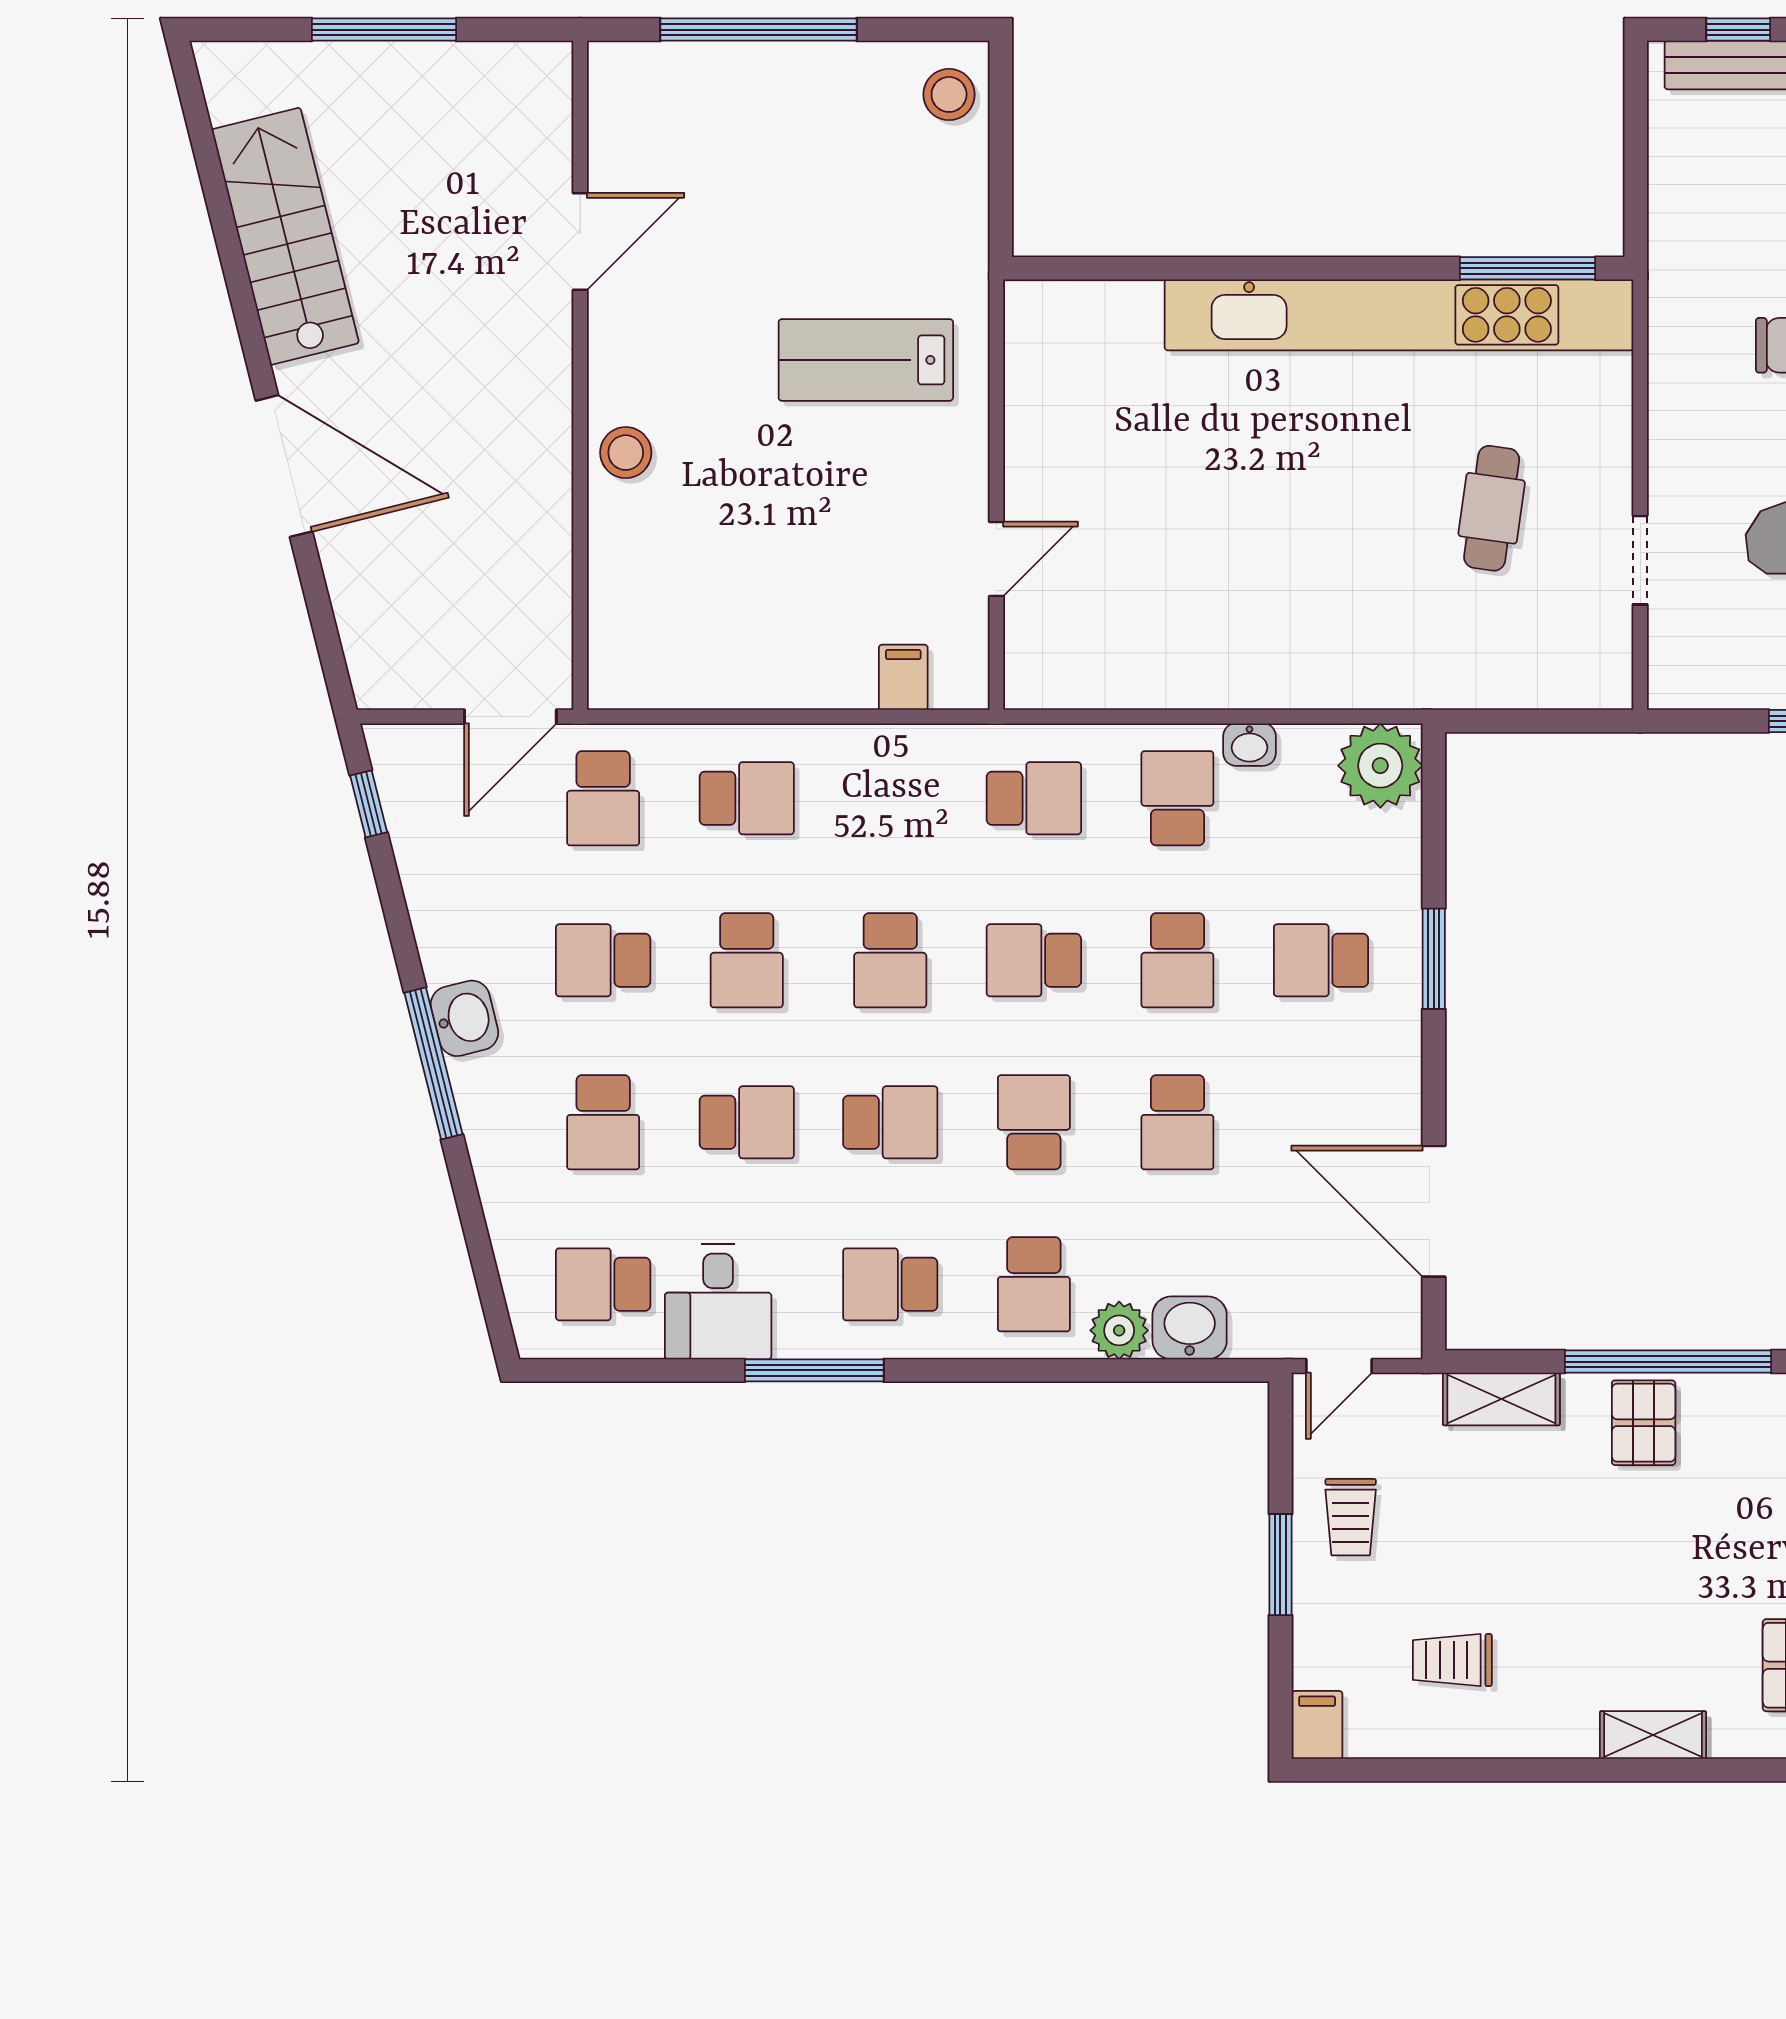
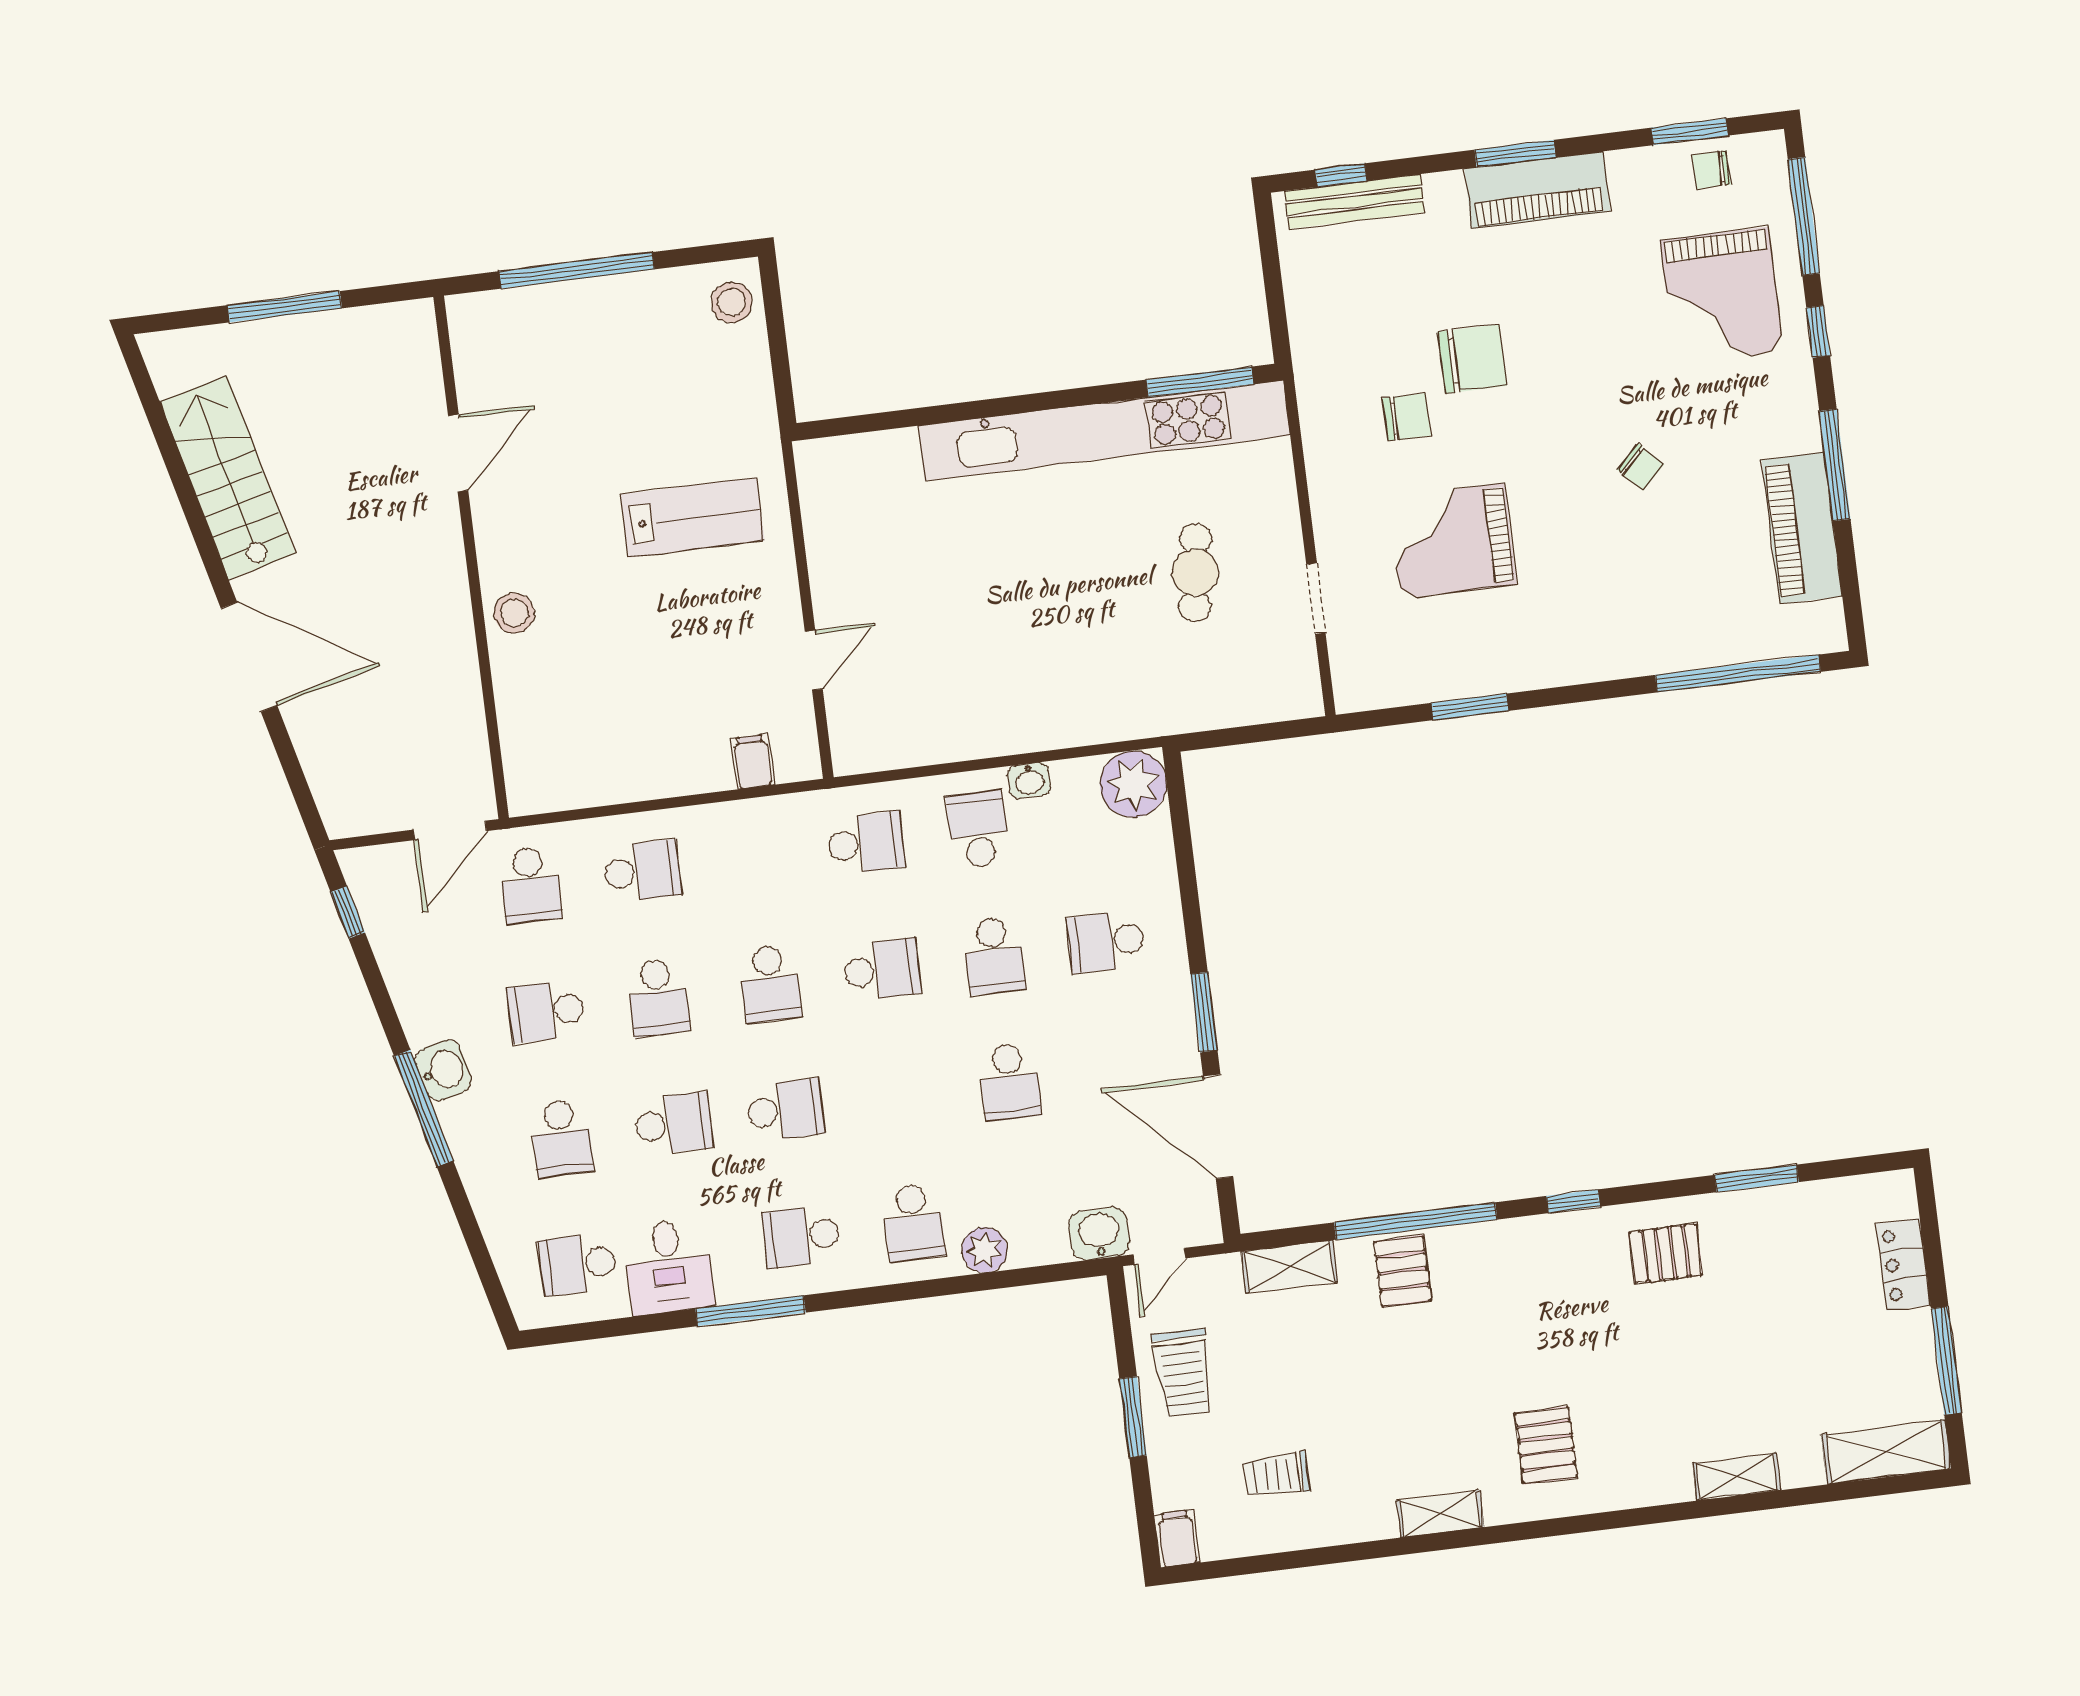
lab bench: (866, 360) -> (693, 518), turned 180
window: (1434, 959) -> (1204, 1012), moved
school desk: (1034, 960) -> (882, 970), turned 180
school desk: (1034, 1122) -> (898, 1096), removed
washbasin: (1190, 1328) -> (1099, 1234), moved
trolley: (1351, 1517) -> (1183, 1373), width x1.36, depth x1.39

